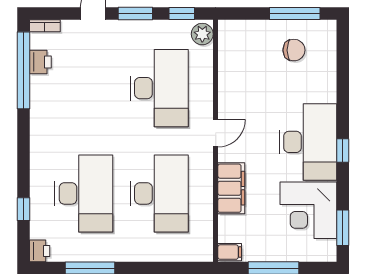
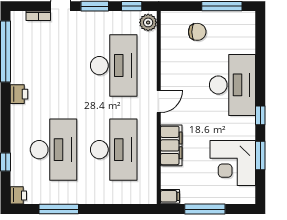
bookcase: (45, 26) -> (38, 16), moved
chair: (294, 50) -> (197, 32), moved
printer: (40, 62) -> (19, 94), moved
desk: (308, 142) -> (232, 85), moved
window: (343, 228) -> (260, 156), moved

